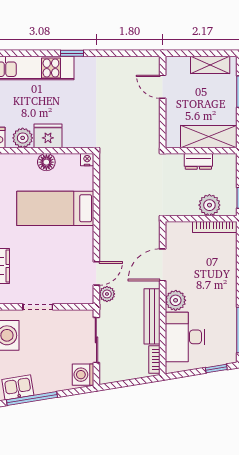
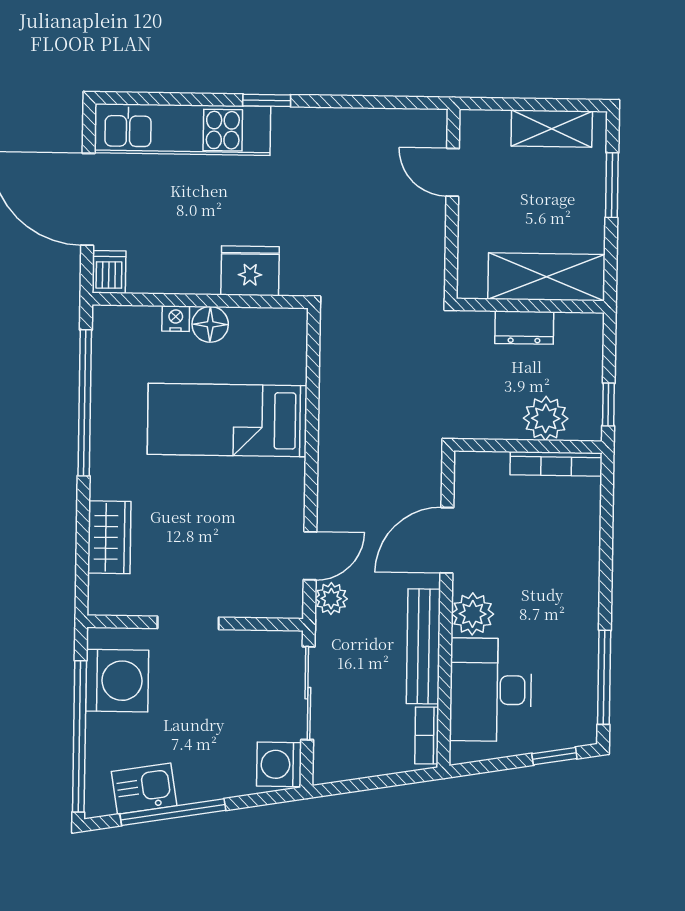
fridge: (48, 136) -> (250, 271), moved
plant: (23, 138) -> (162, 274), removed
nightstand: (87, 160) -> (176, 319), moved

